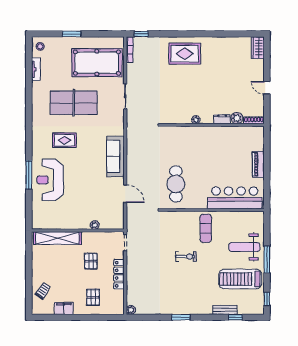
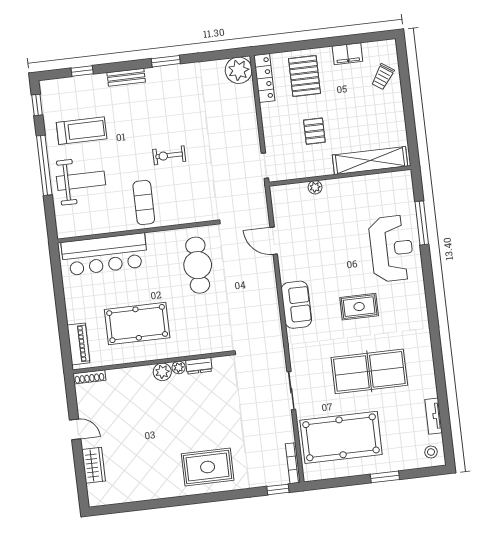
wardrobe: (258, 48) -> (94, 465), moved
plant: (237, 118) -> (162, 372), moved
dresser: (222, 119) -> (199, 366), moved
rug: (64, 140) -> (359, 307), moved
pool table: (219, 151) -> (137, 324), added
sofa: (115, 157) -> (296, 305), width x0.73
piano: (258, 164) -> (78, 344), moved
window: (29, 175) -> (422, 223), moved
window: (267, 260) -> (44, 165), width x1.46
locker: (119, 274) -> (264, 78), moved
treadmill: (240, 279) -> (82, 131), width x0.73, depth x0.73
pallet: (93, 297) -> (304, 76), width x1.50, depth x1.42
plant: (131, 310) -> (239, 70), width x1.88, depth x1.88
bench: (225, 310) -> (126, 77), moved

